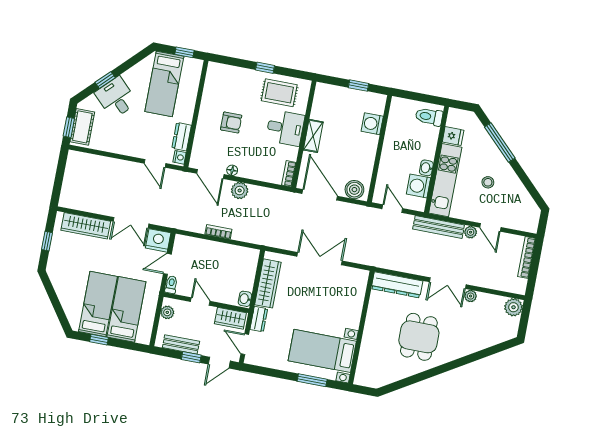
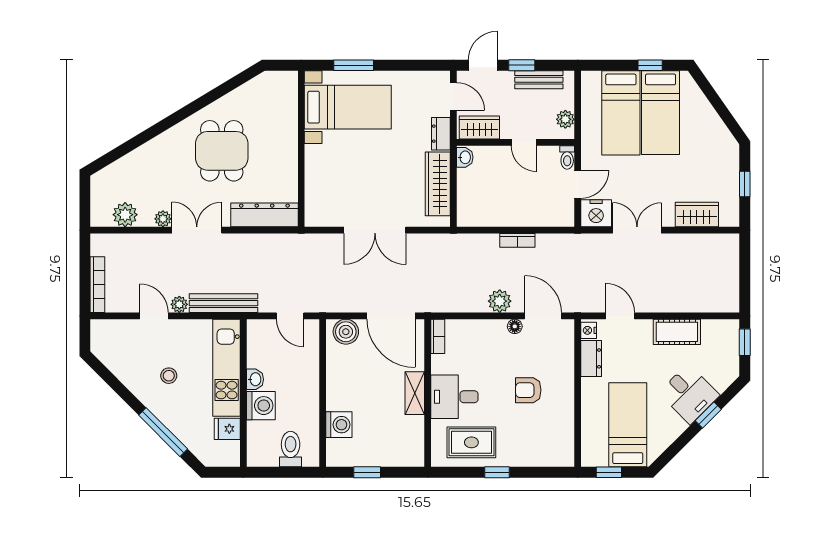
toilet: (429, 117) -> (291, 449), moved, turned -90
cot: (82, 127) -> (677, 332), moved, turned 90
washing machine: (419, 186) -> (261, 406), moved
wardrobe: (86, 226) -> (697, 215), width x0.67
plant: (513, 307) -> (125, 215), moved

